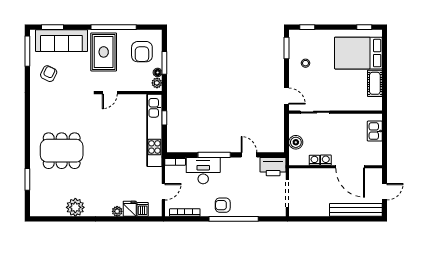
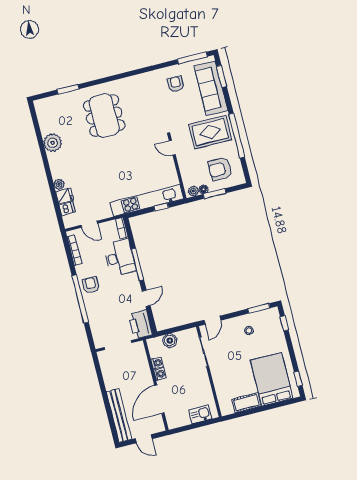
armchair: (49, 74) -> (176, 84), turned -116

